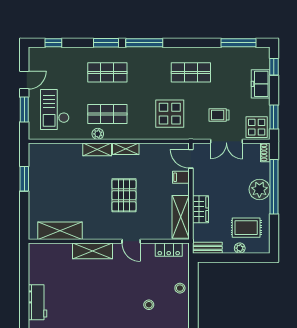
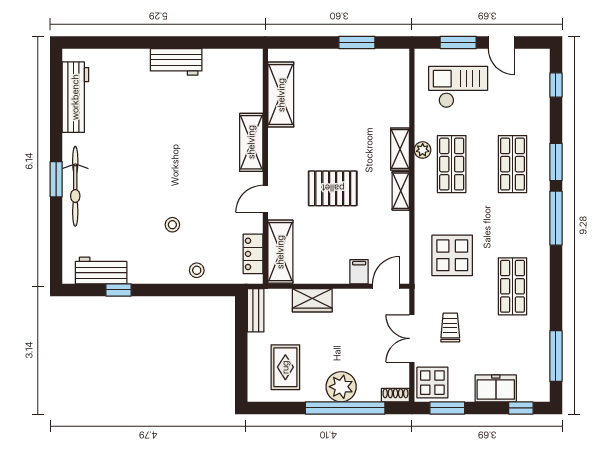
shelving: (181, 217) -> (280, 252), moved, turned 90
plant: (240, 248) -> (255, 358), removed

